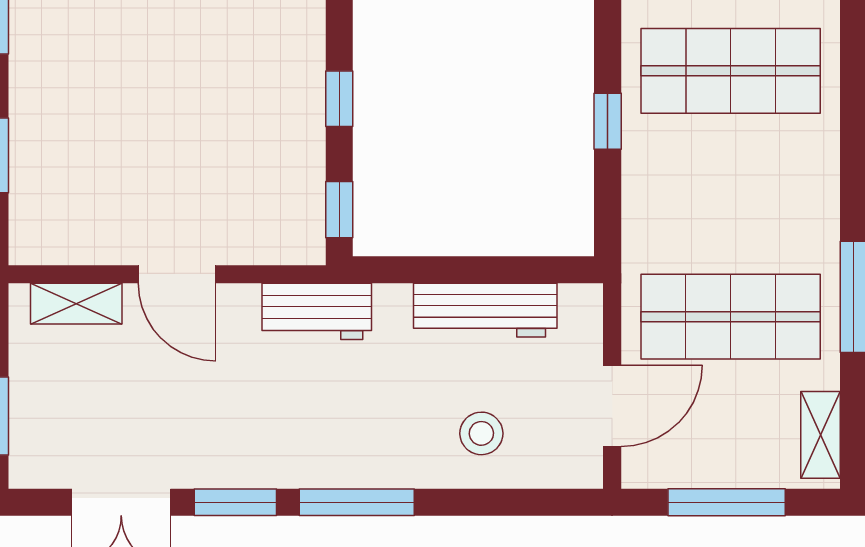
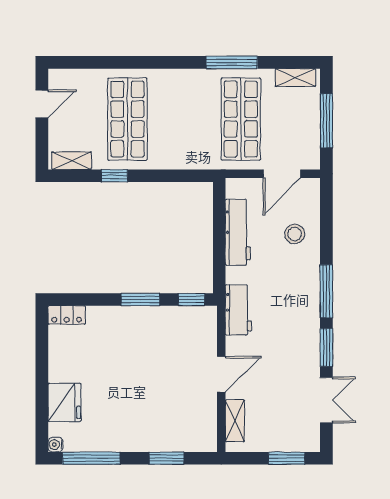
window: (339, 99) -> (140, 299), width x1.50
window: (608, 121) -> (114, 176), moved
door: (612, 406) -> (282, 174), swing flipped

